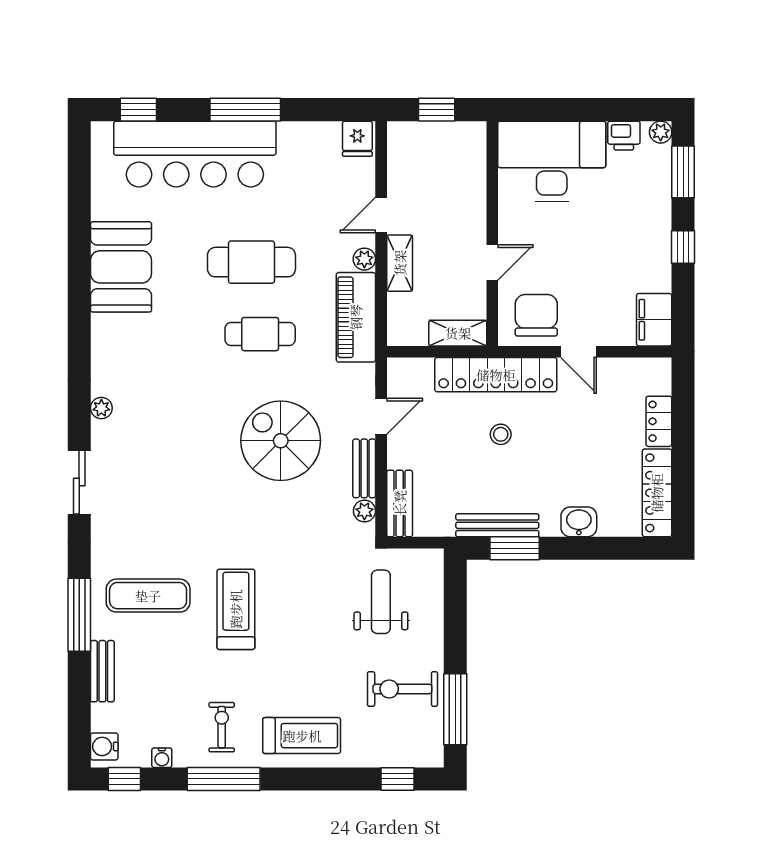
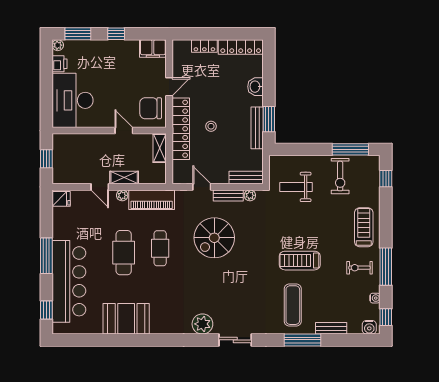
plant: (101, 408) -> (202, 324), width x1.88, depth x1.88

